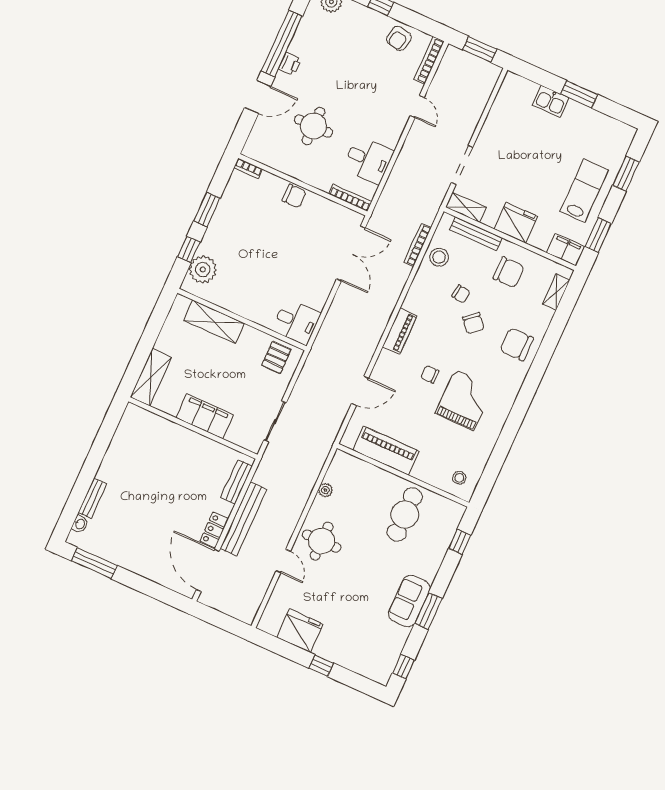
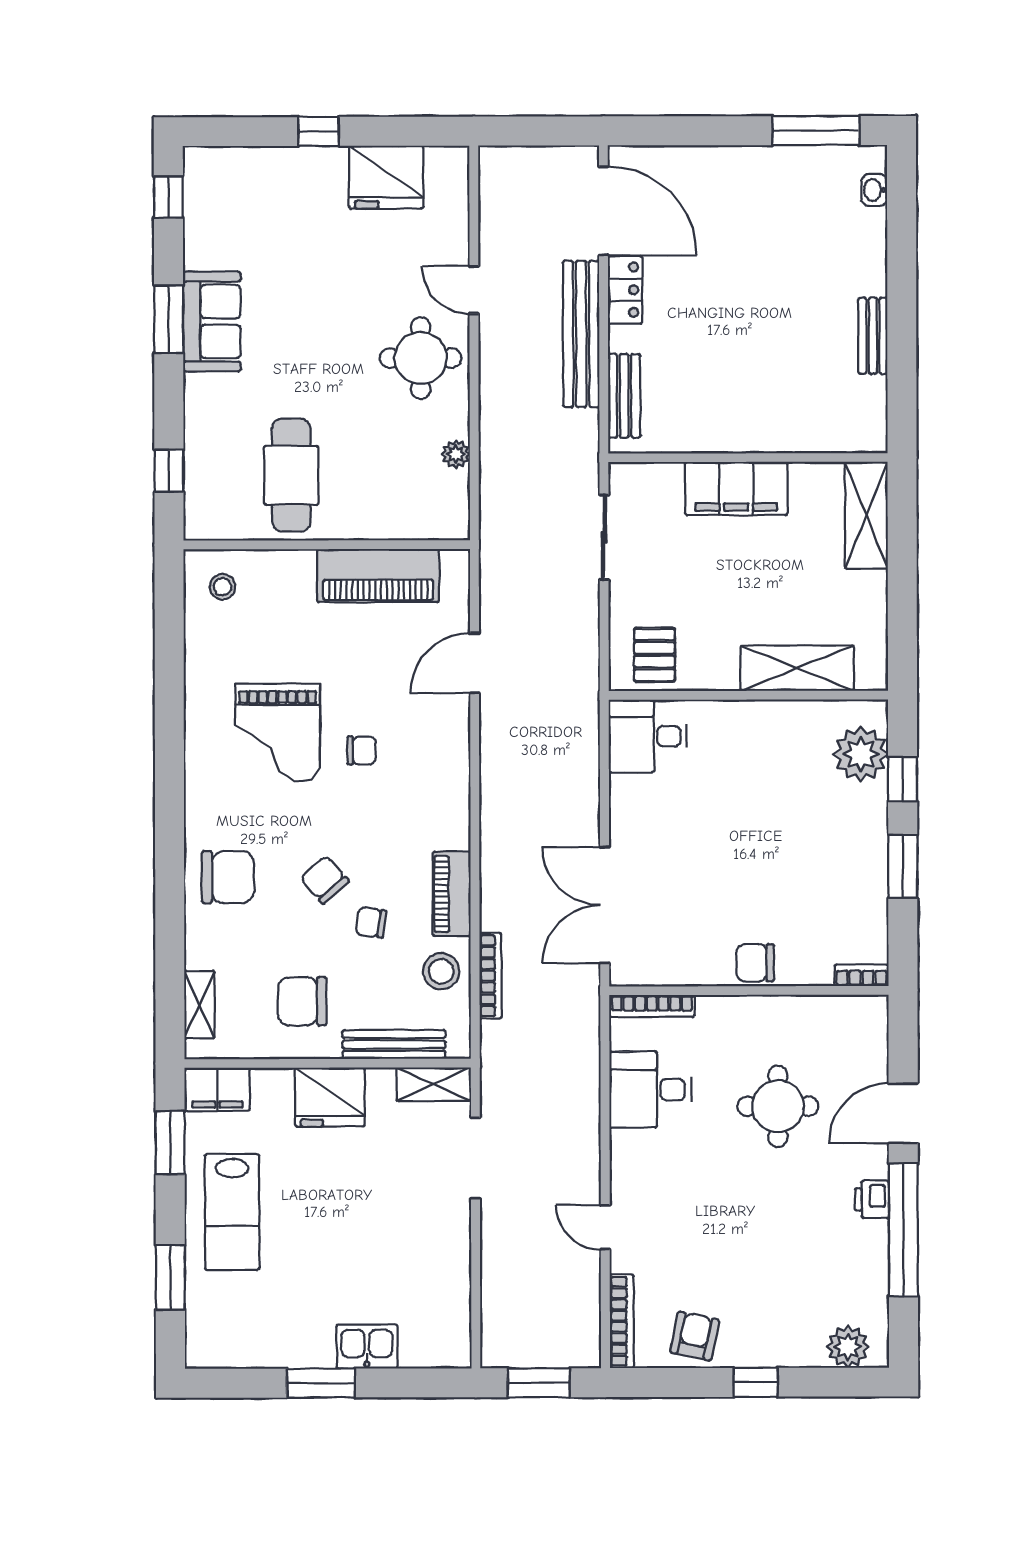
piano: (400, 331) -> (452, 894), moved
bench: (92, 498) -> (873, 336), moved

